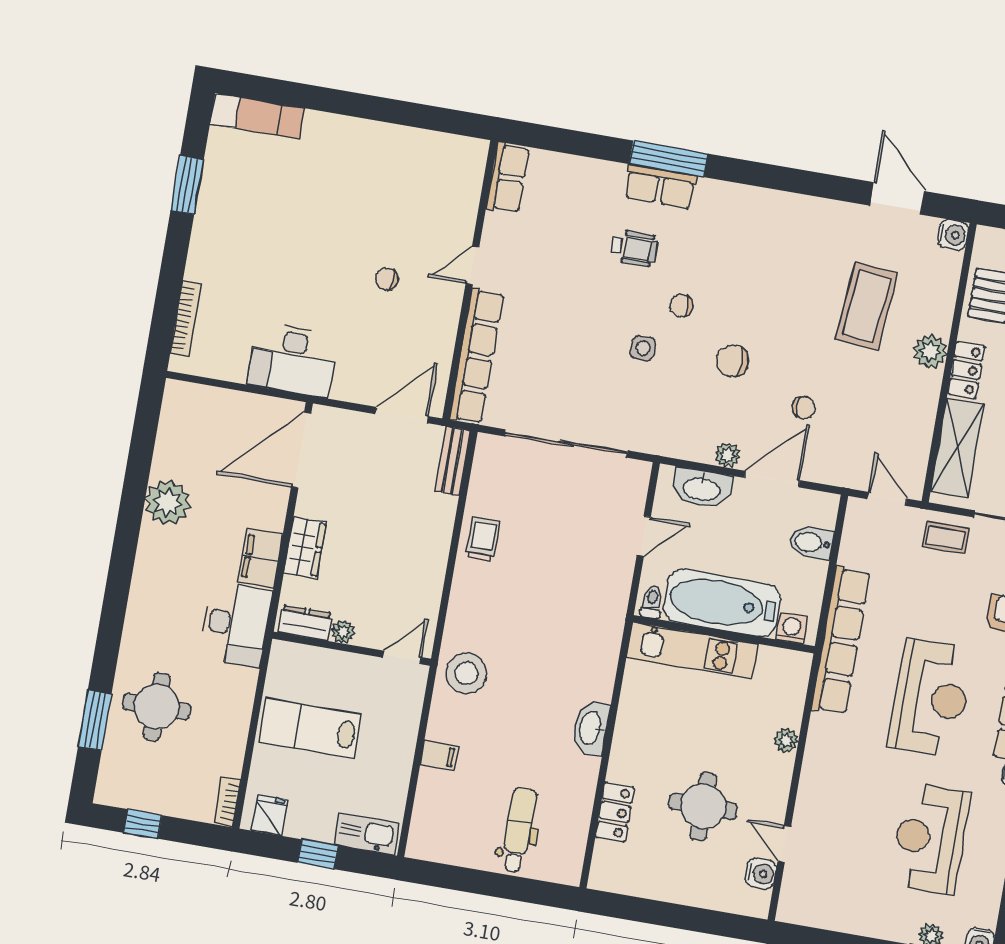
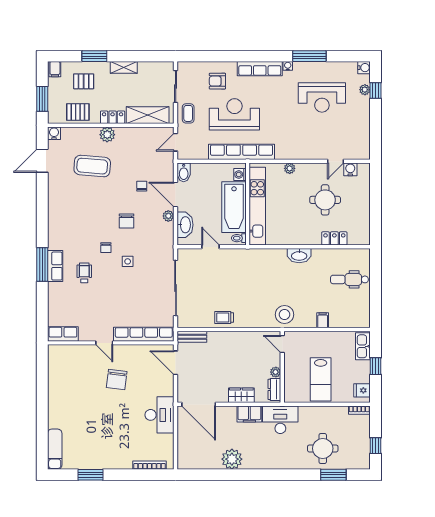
chair: (387, 279) -> (117, 380), width x1.87, depth x1.87
bidet: (811, 542) -> (184, 172), moved
kitchen unit: (692, 651) -> (257, 206), width x1.36
reception desk: (931, 698) -> (234, 114), moved

